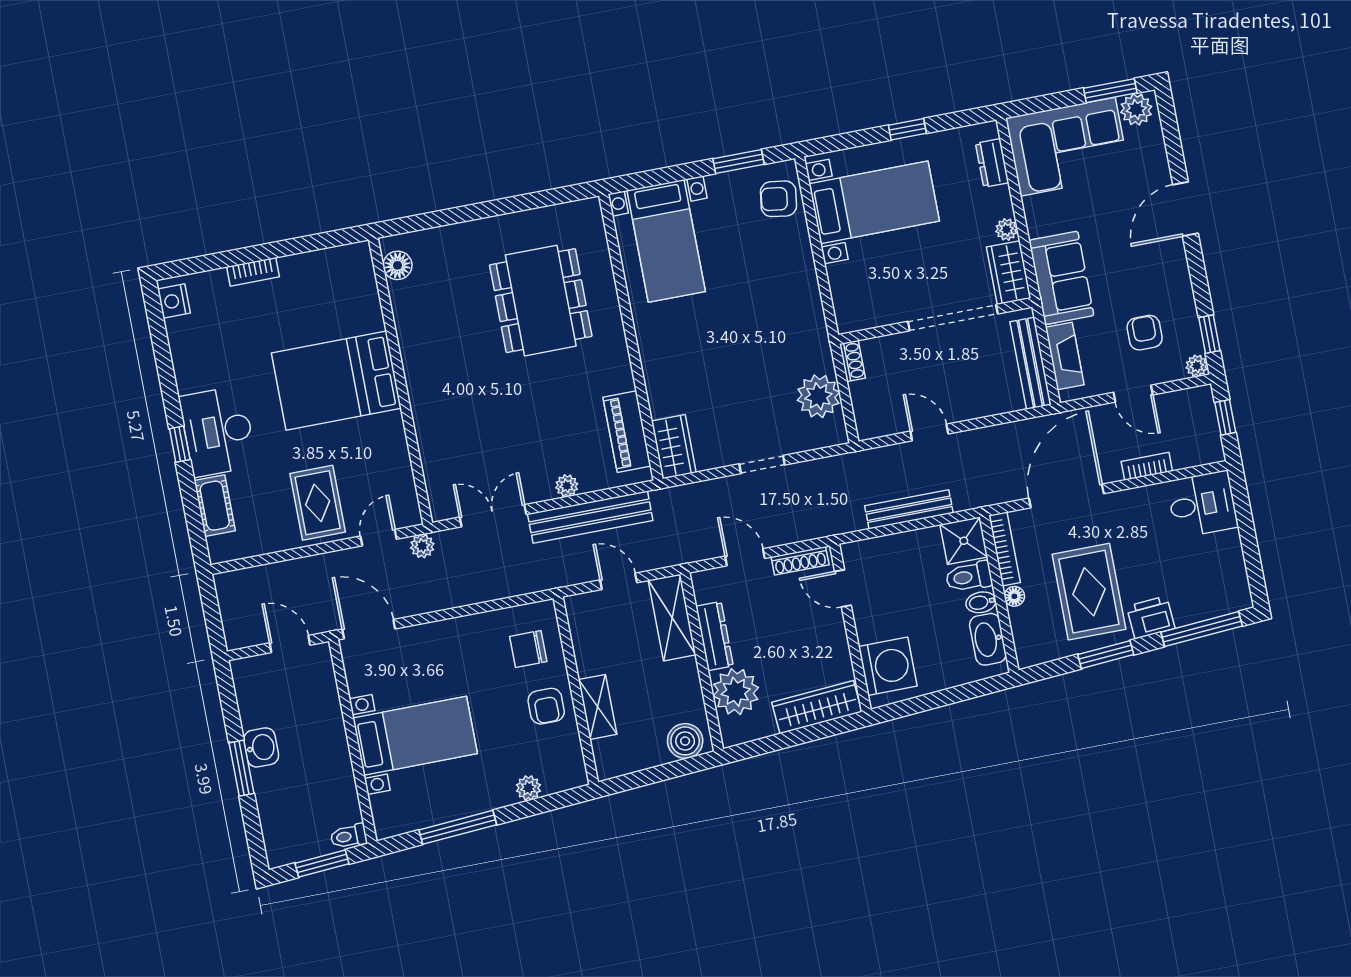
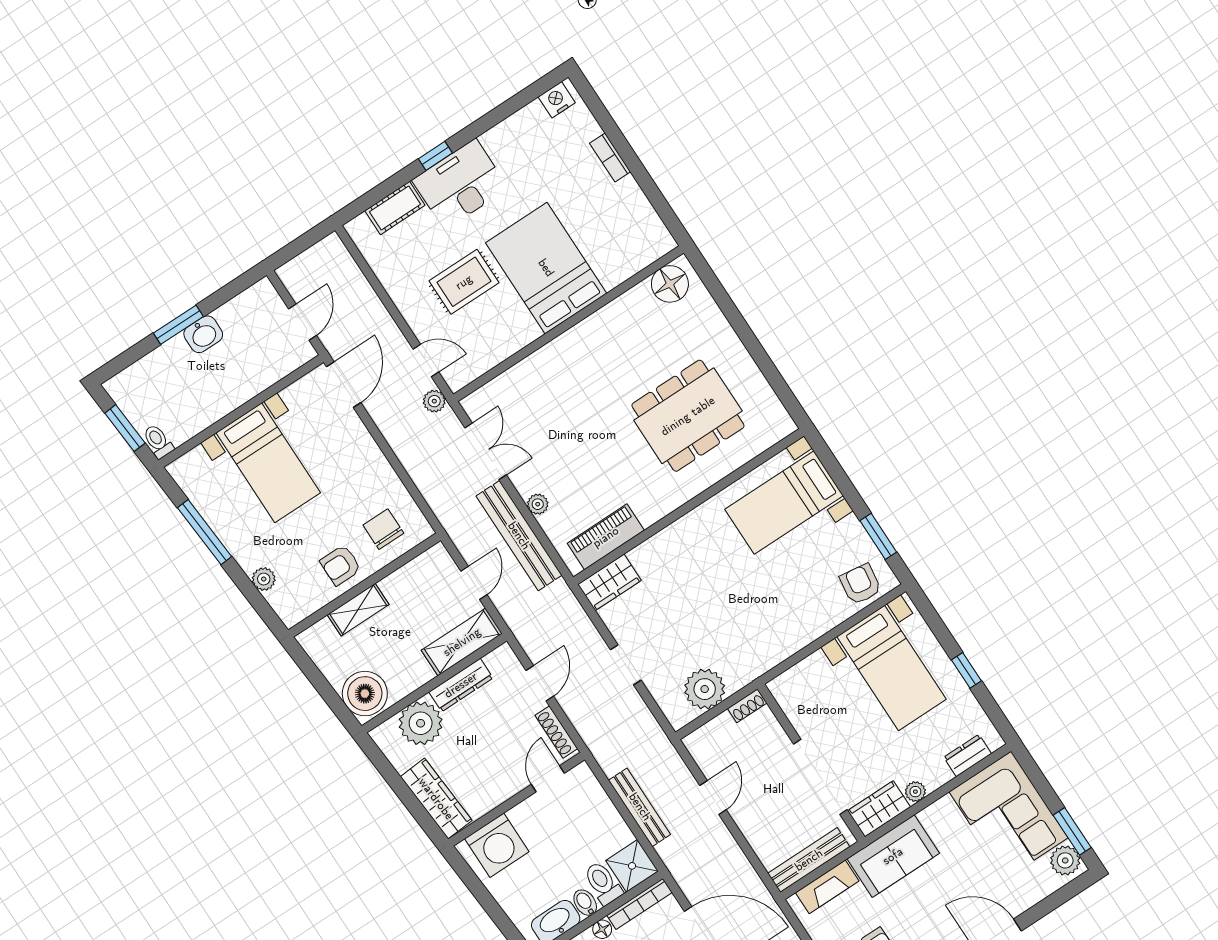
floor lamp: (397, 265) -> (670, 284), width x1.38, depth x1.38
rug: (318, 503) -> (464, 282), moved
boiler: (685, 741) -> (365, 694), width x1.37, depth x1.37

